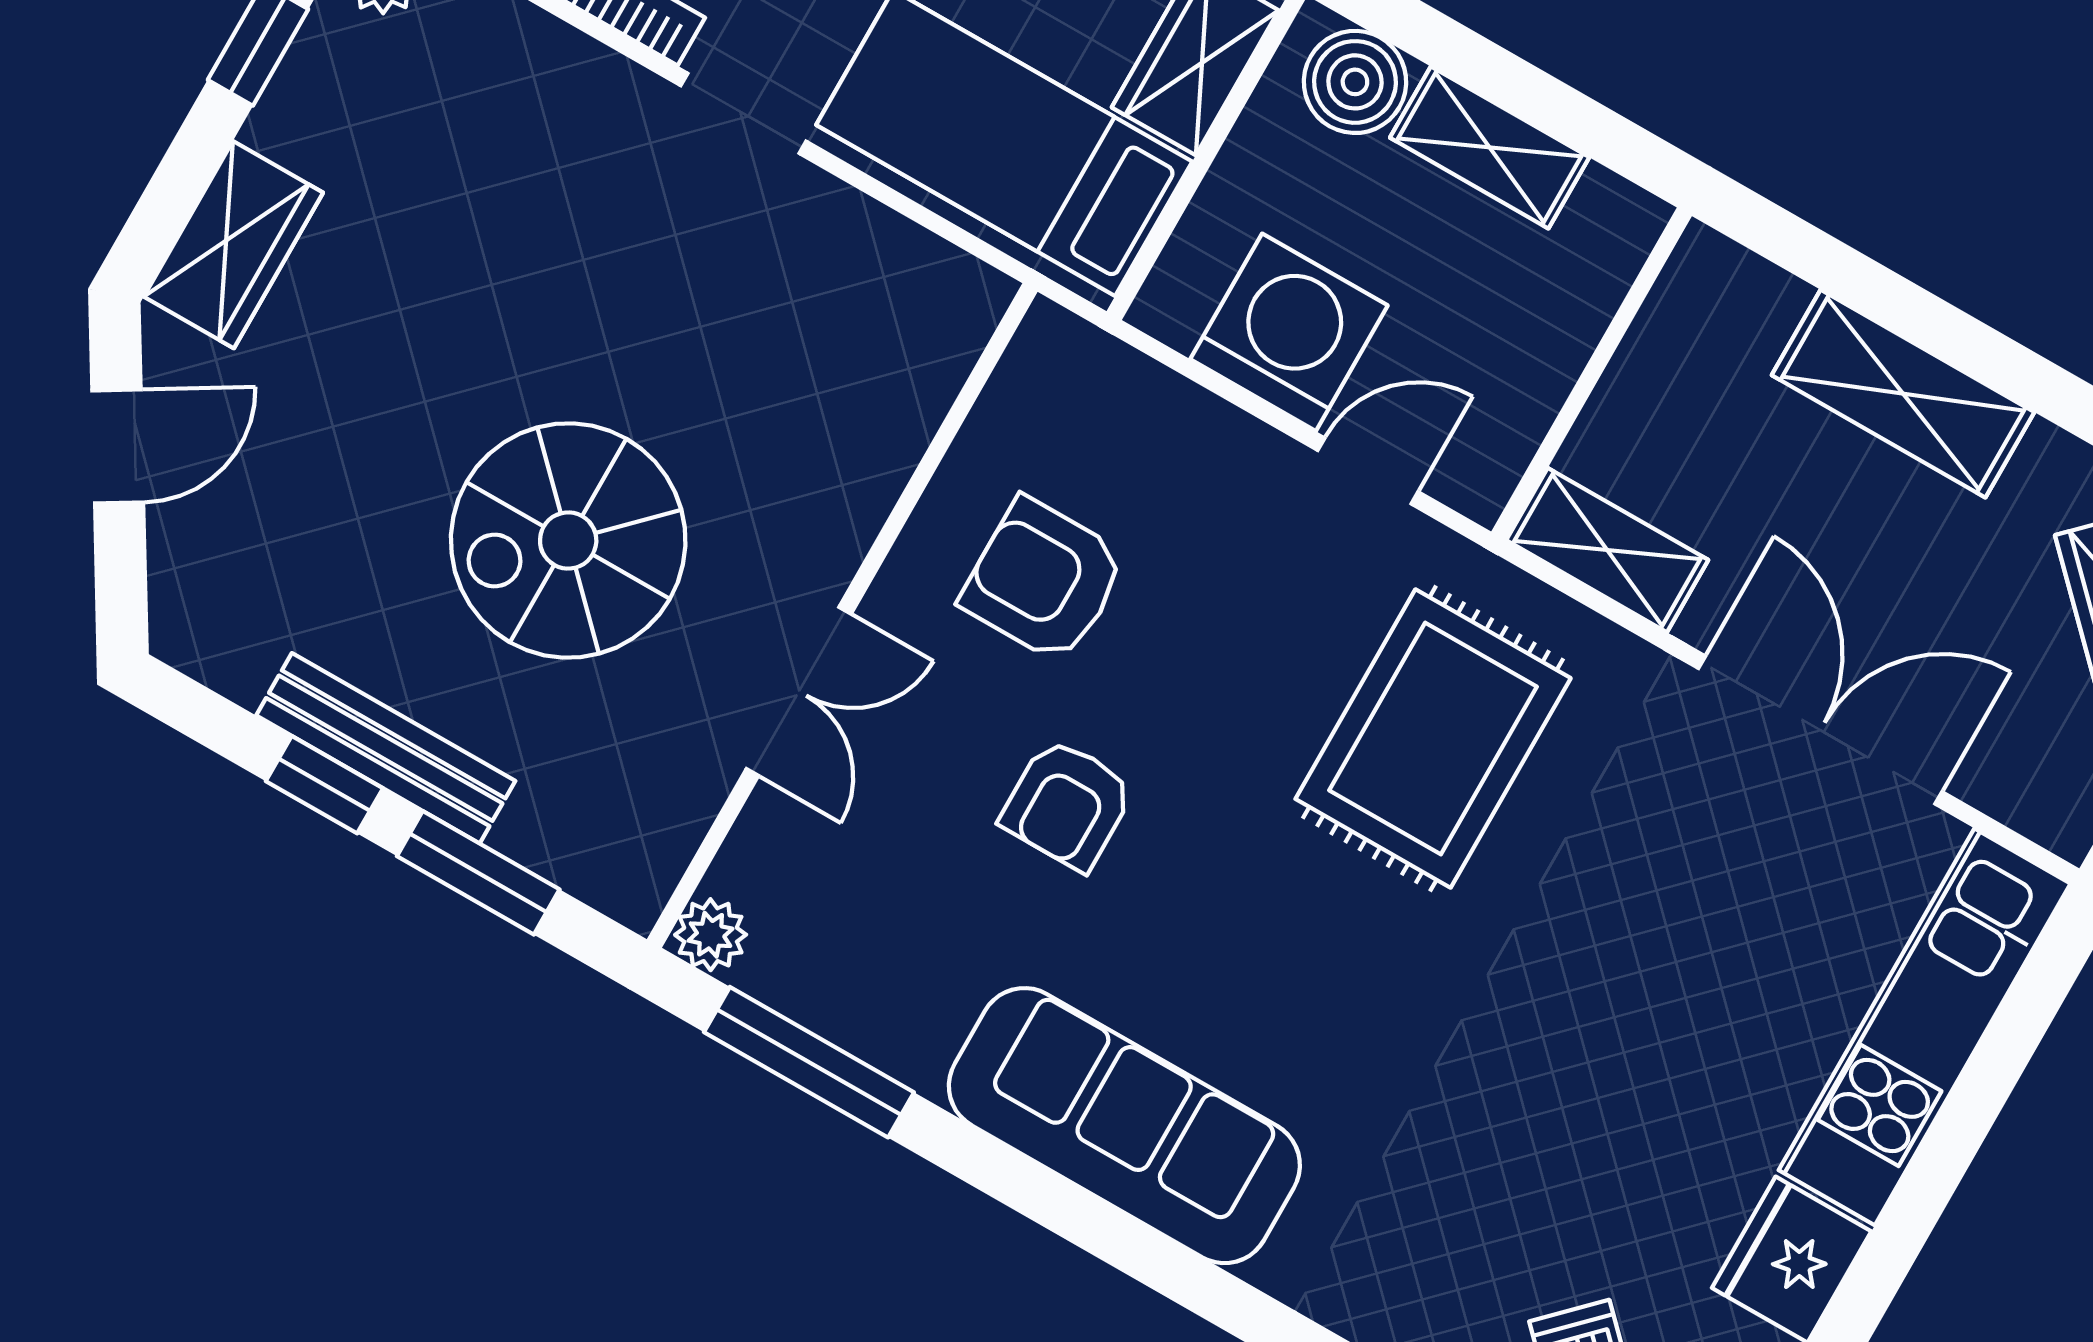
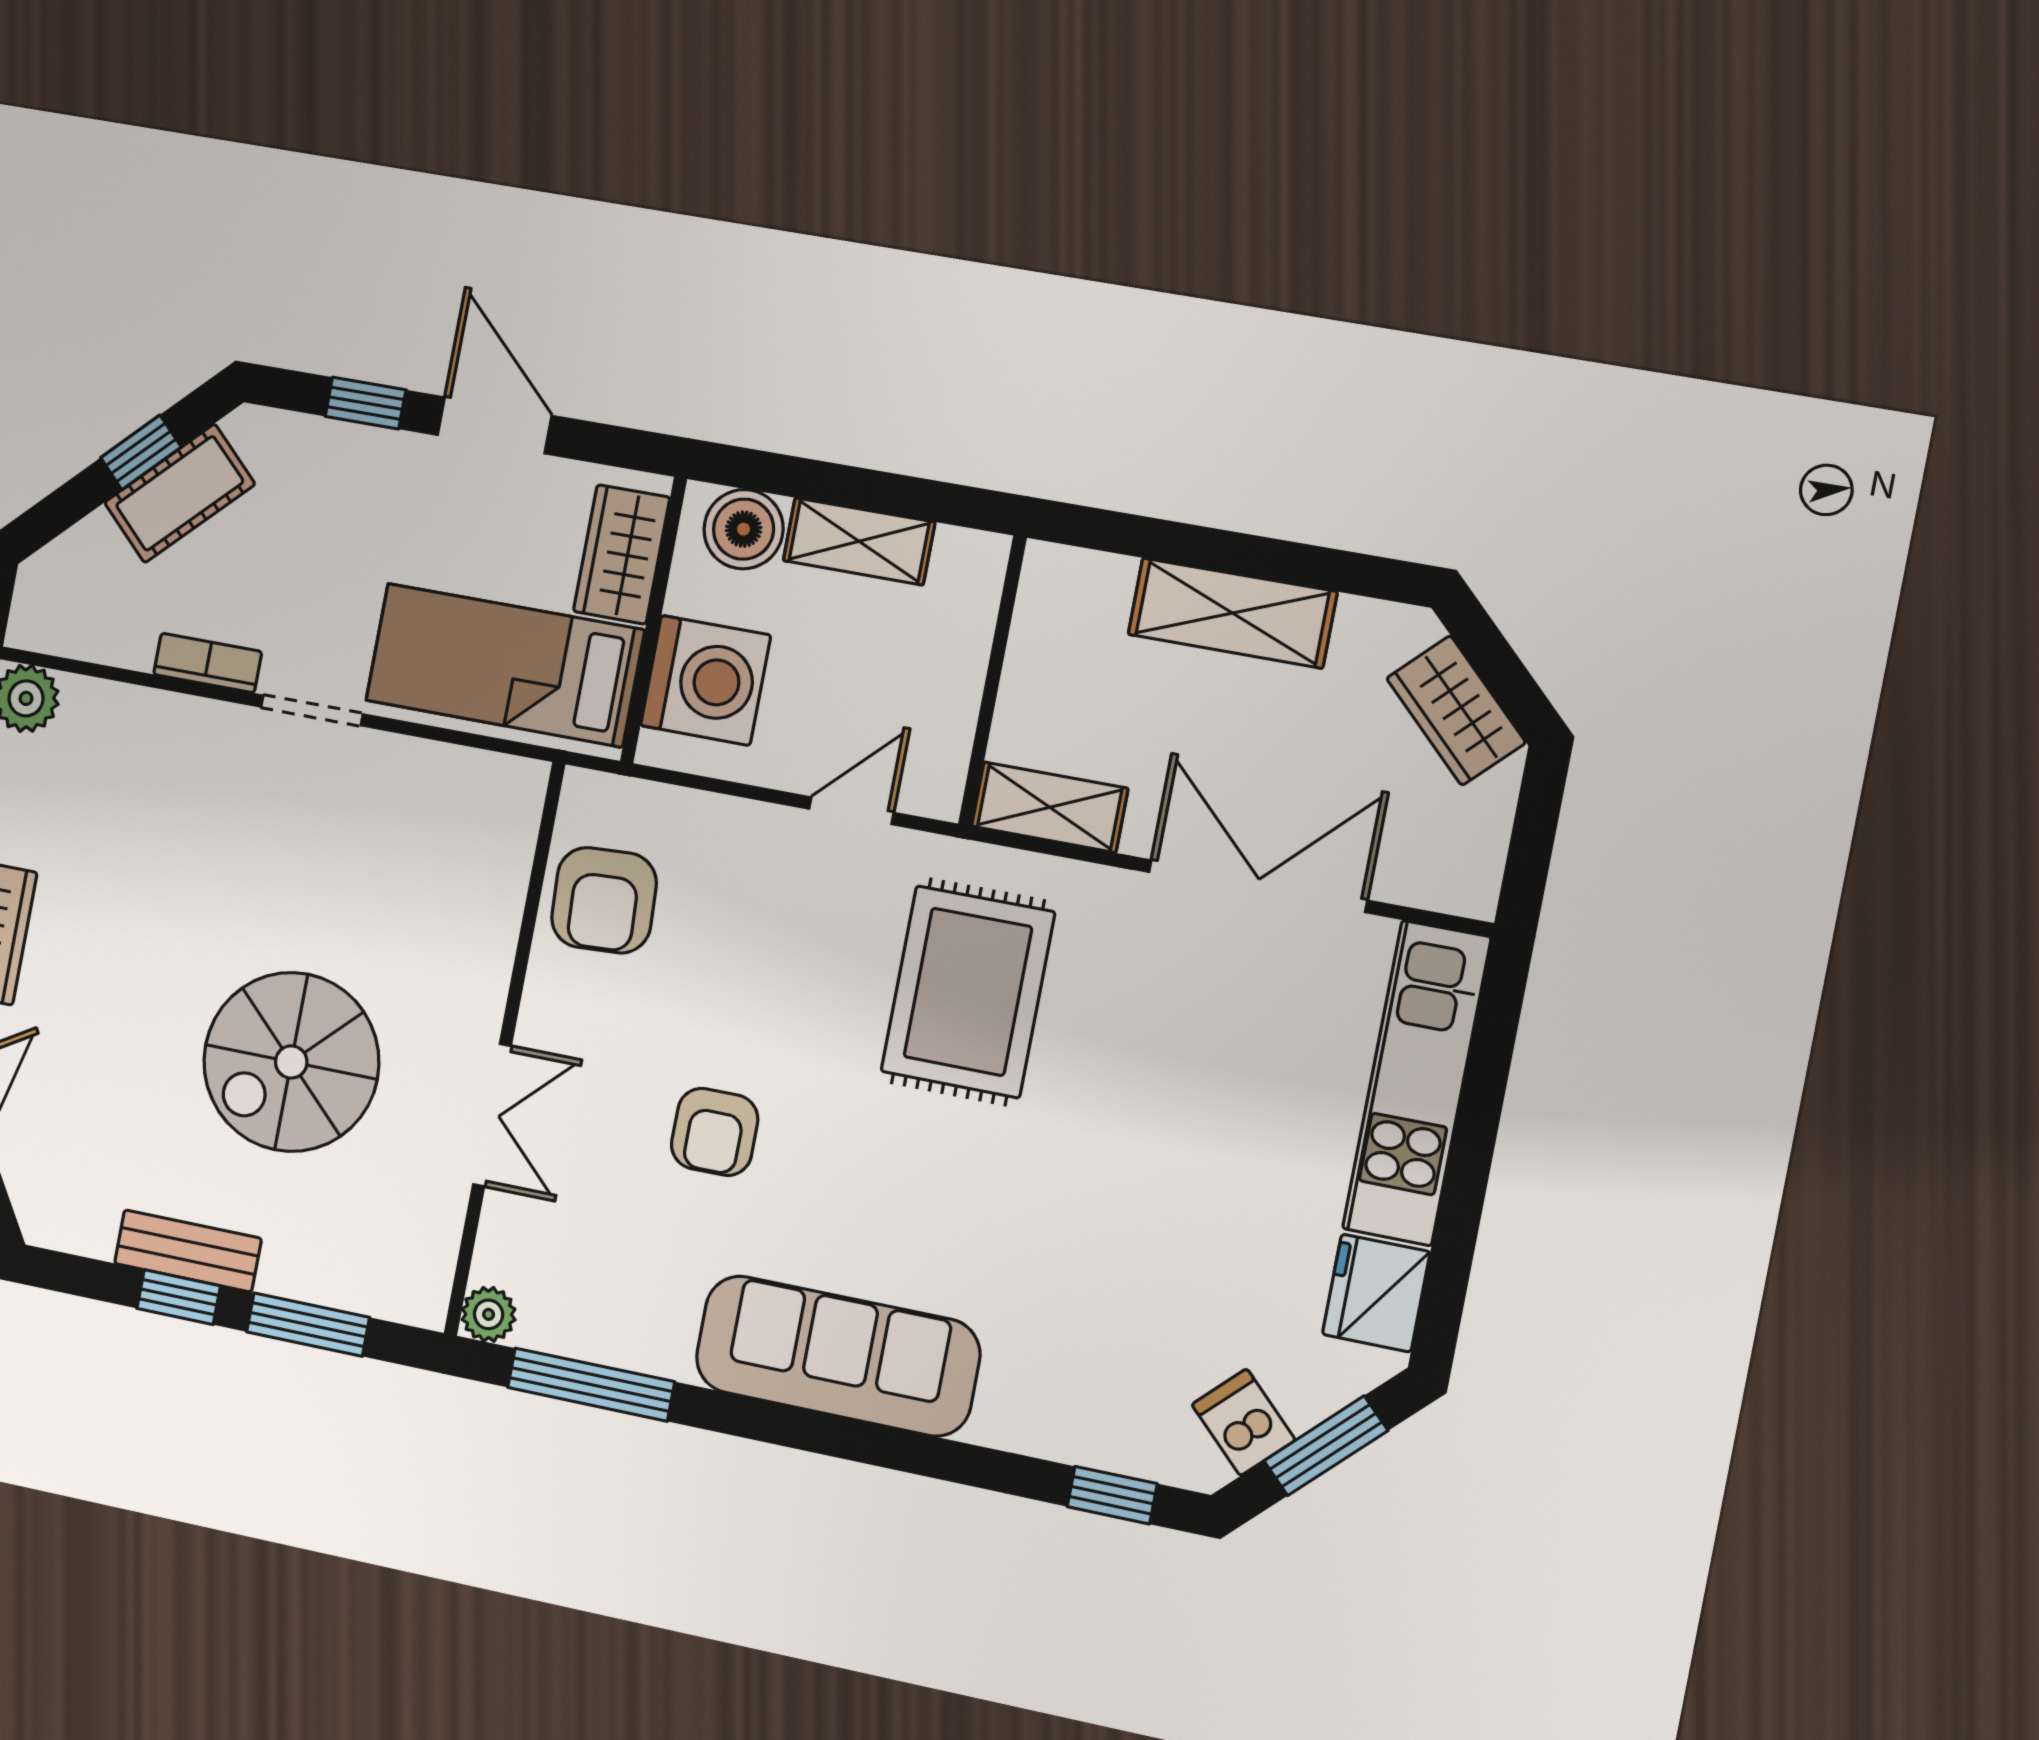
washing machine: (1289, 332) -> (706, 680), moved, turned 90
armchair: (1044, 580) -> (604, 900), moved, turned -93
bench: (386, 748) -> (188, 1251), width x0.73

